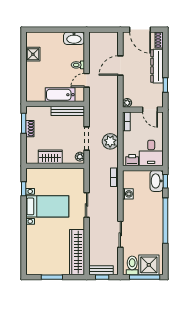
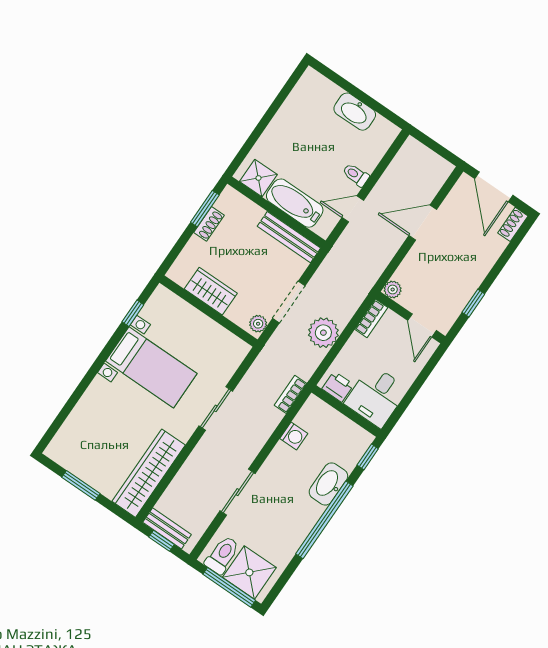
washbasin: (74, 38) -> (355, 112), moved
shower: (33, 54) -> (258, 178), moved
dresser: (157, 66) -> (481, 264), removed
washbasin: (157, 181) -> (328, 484), moved

